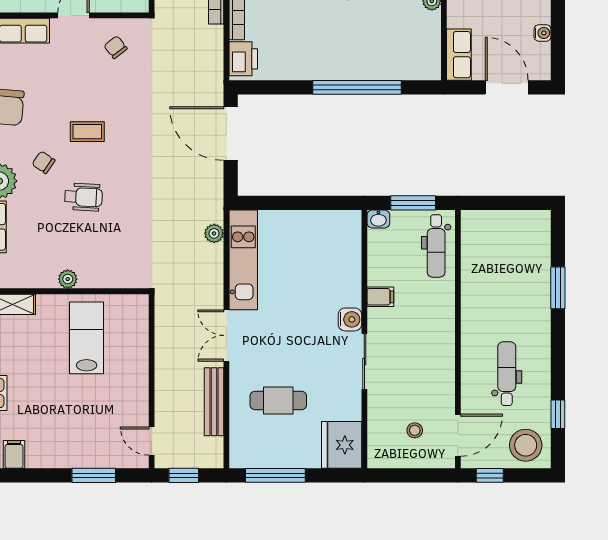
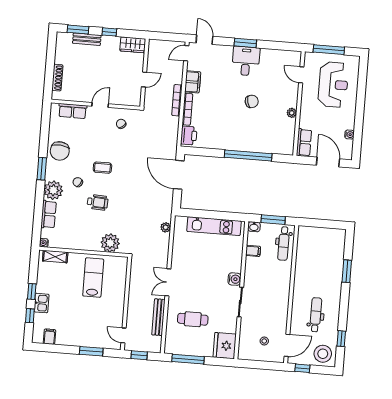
kitchen unit: (243, 260) -> (214, 226), moved, turned 90
plant: (68, 279) -> (110, 243), moved, width x1.88, depth x1.88
filing cabinet: (380, 297) -> (253, 251), moved

